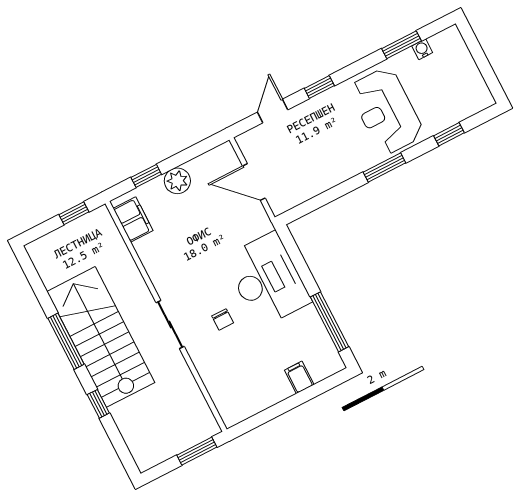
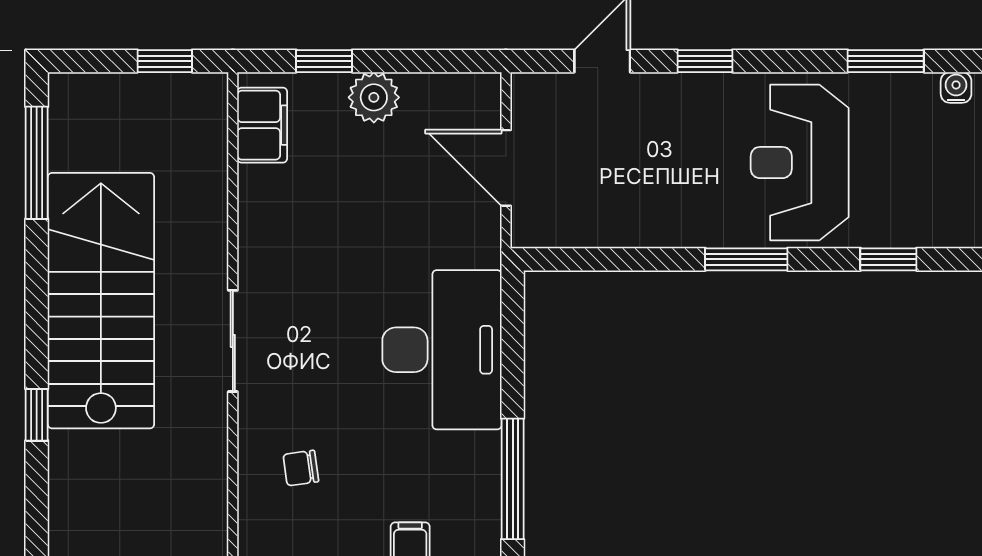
water cooler: (422, 49) -> (956, 87), moved
chair: (223, 319) -> (301, 468), moved, turned 82
window: (66, 341) -> (37, 163), moved

